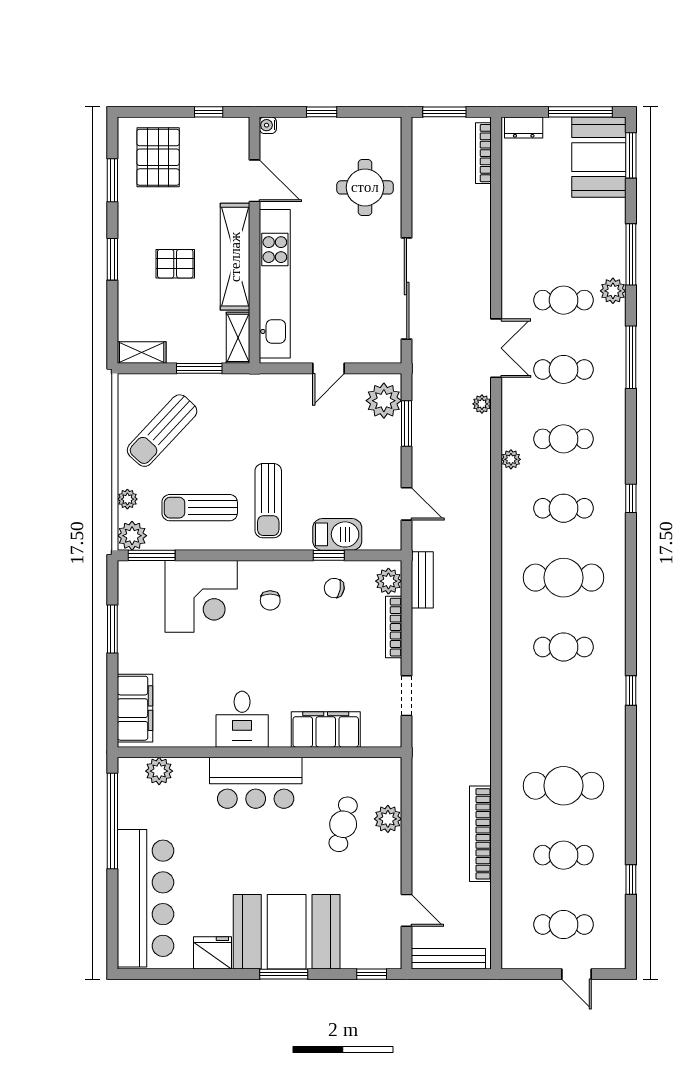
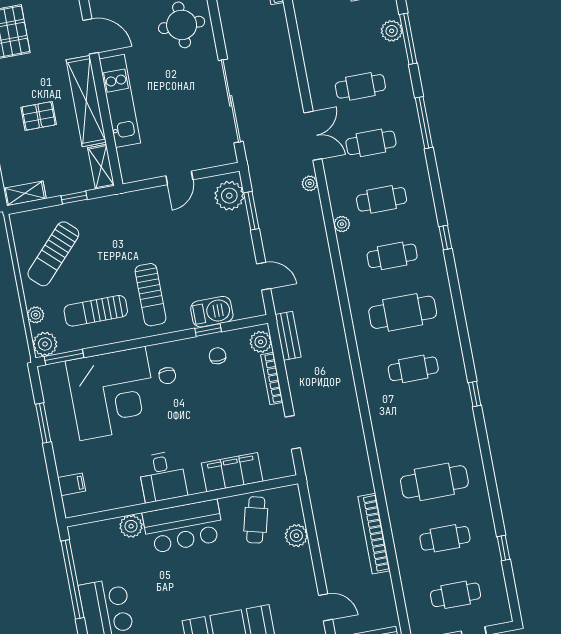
kitchen unit: (275, 284) -> (120, 101), width x0.73
plant: (613, 291) -> (392, 31), moved
window: (199, 368) -> (74, 198), width x0.67
chair: (334, 588) -> (218, 356), turned 80
corner desk: (201, 596) -> (112, 393), width x1.36, depth x1.36
filing cabinet: (135, 708) -> (72, 484), width x0.33, depth x0.86
plant: (159, 771) -> (131, 526), moved
cafe table: (343, 824) -> (256, 520), moved

